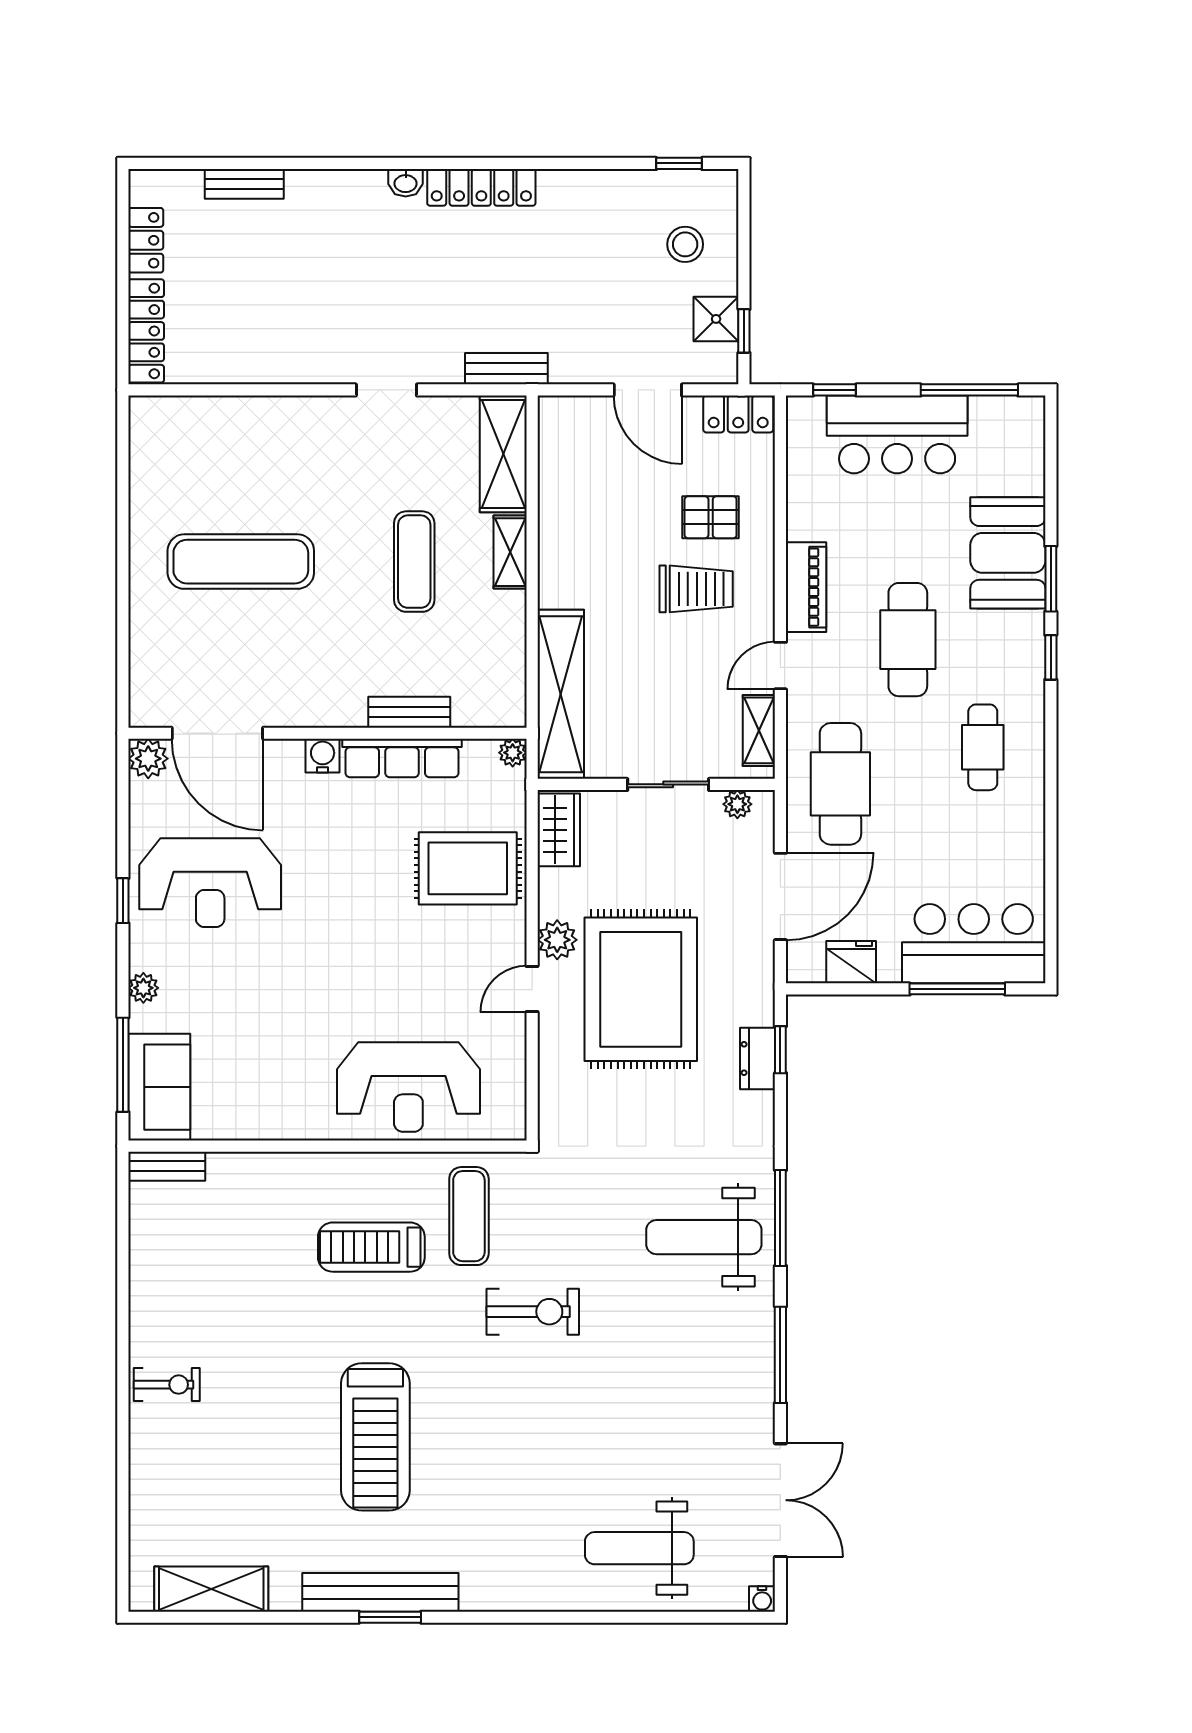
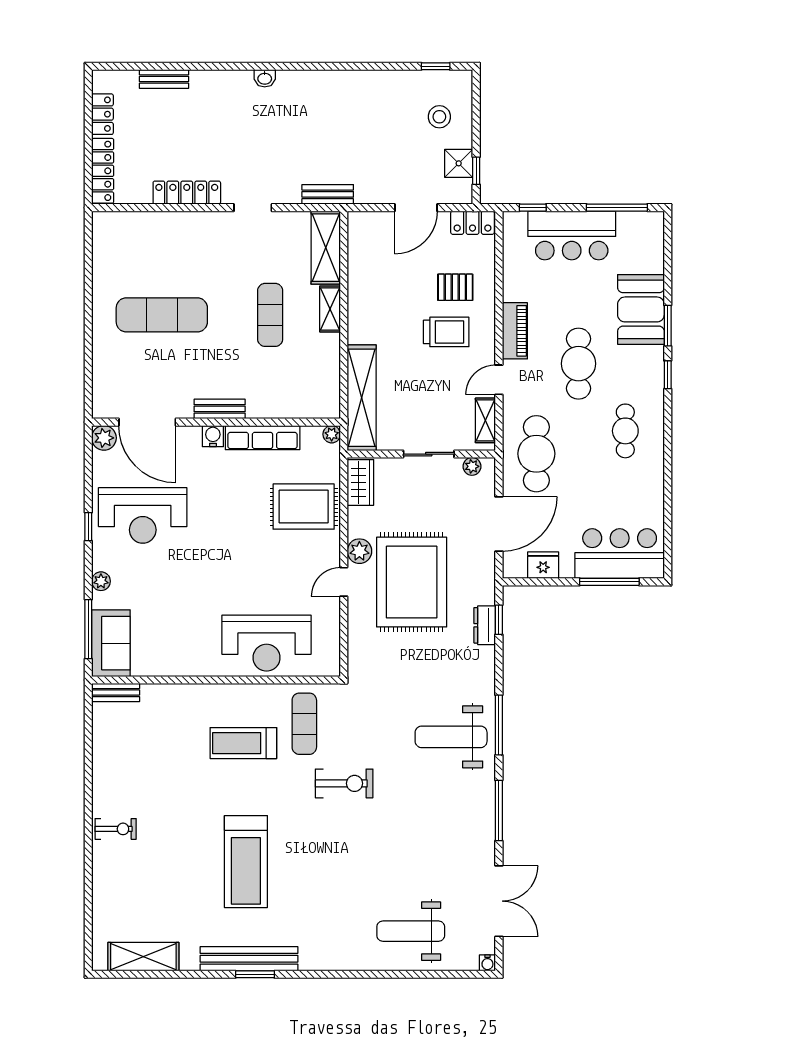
locker: (481, 187) -> (187, 193), moved, turned 180
door: (648, 390) -> (416, 208), hinge flipped
bench: (409, 712) -> (220, 409), moved

